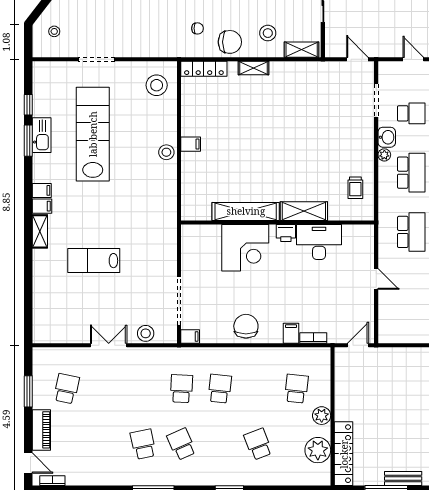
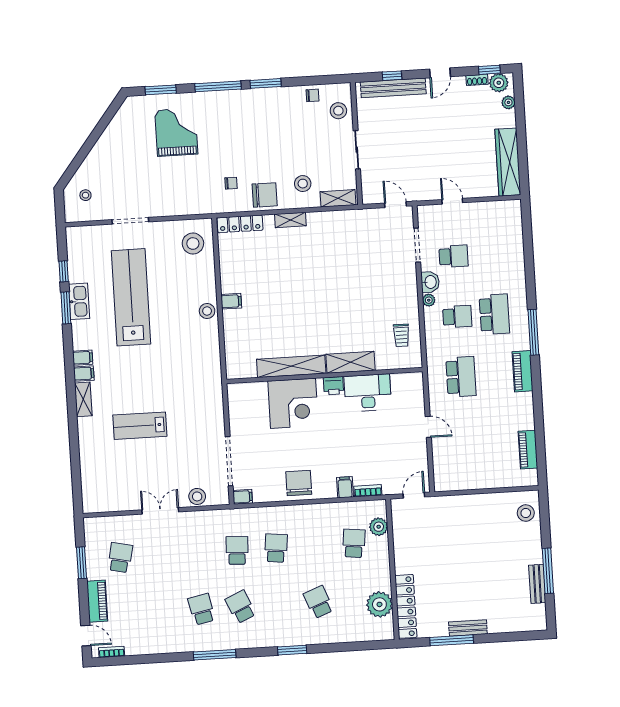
school desk: (411, 173) -> (457, 317), width x0.54
plant: (322, 416) -> (379, 527), moved

